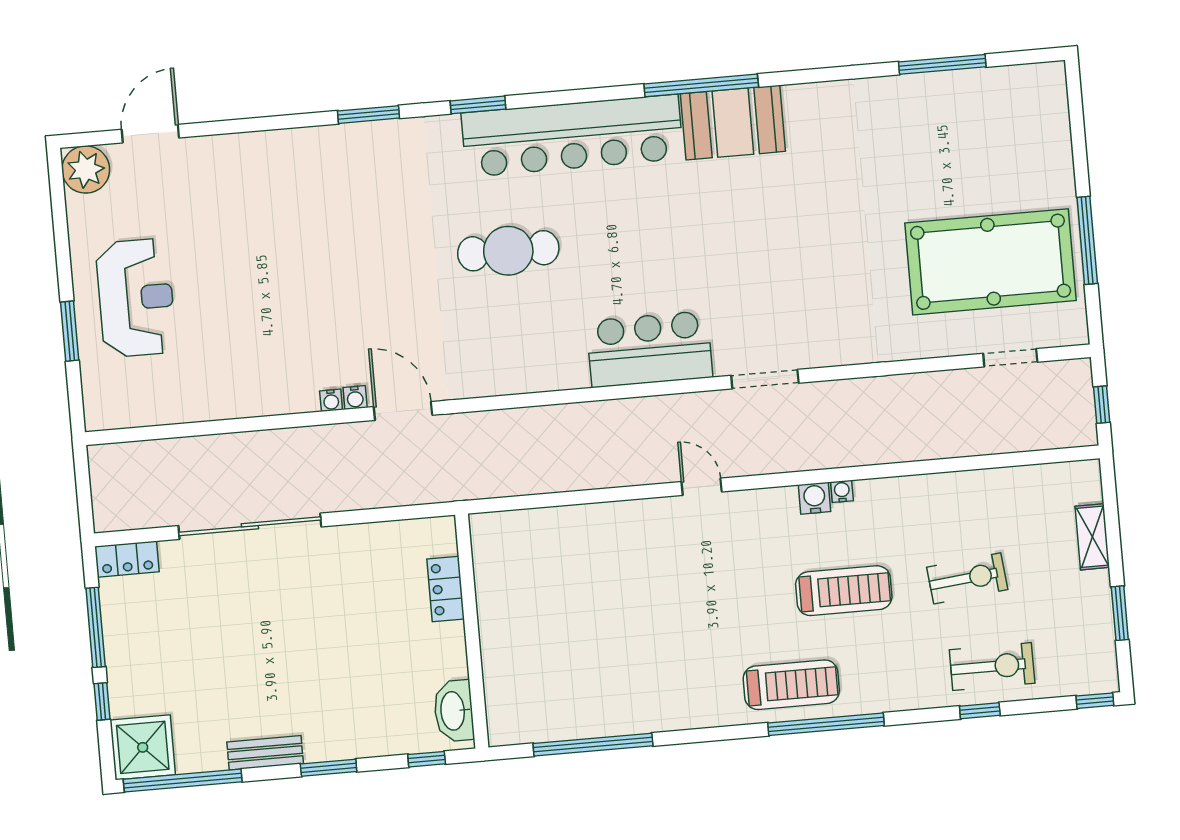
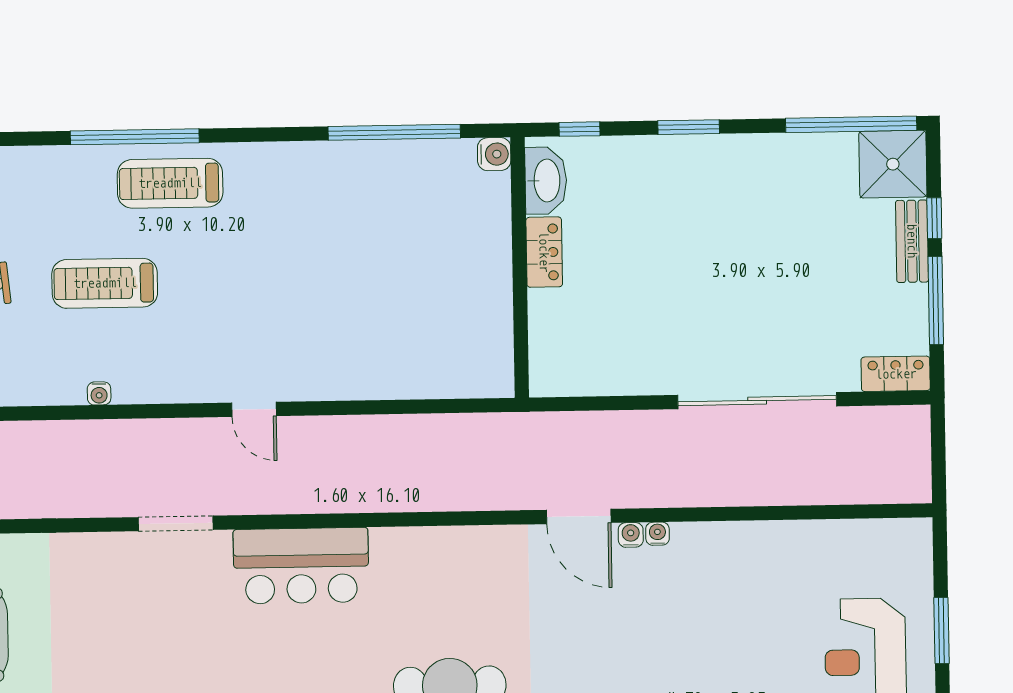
water cooler: (815, 498) -> (494, 154), moved, turned -90
locker: (446, 589) -> (544, 252), moved
bench: (265, 753) -> (912, 241), moved, turned 90

